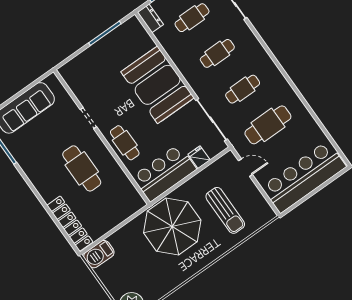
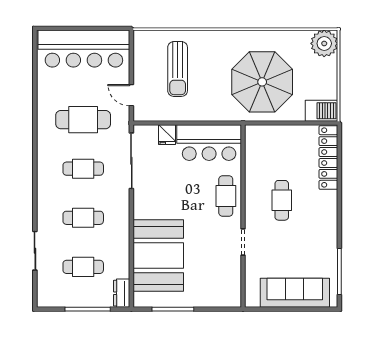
booth: (158, 85) -> (158, 255), moved
cafe table: (82, 168) -> (282, 200), width x0.73, depth x0.74
sun lounger: (225, 210) -> (178, 69), turned 180
parasol: (172, 226) -> (262, 82), moved

